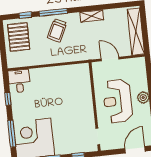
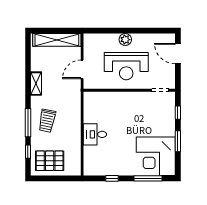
trolley: (57, 30) -> (47, 121), turned 75
desk: (19, 81) -> (95, 134), moved

